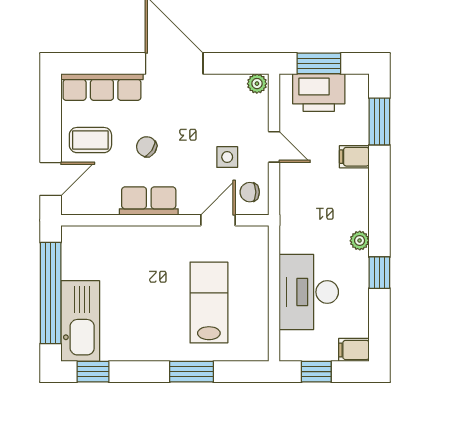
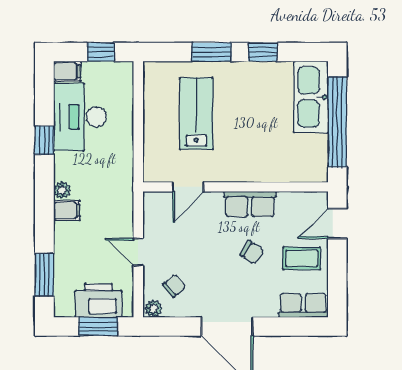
row of seats: (102, 87) -> (303, 306), width x0.68
side table: (227, 157) -> (180, 243), removed
filing cabinet: (354, 157) -> (67, 210), moved
chair: (250, 192) -> (174, 286), moved, turned -40
plant: (360, 241) -> (62, 190), moved
desk: (309, 292) -> (80, 117), moved, turned 180
lab bench: (209, 302) -> (196, 114), turned 180
window: (93, 372) -> (263, 52), moved

